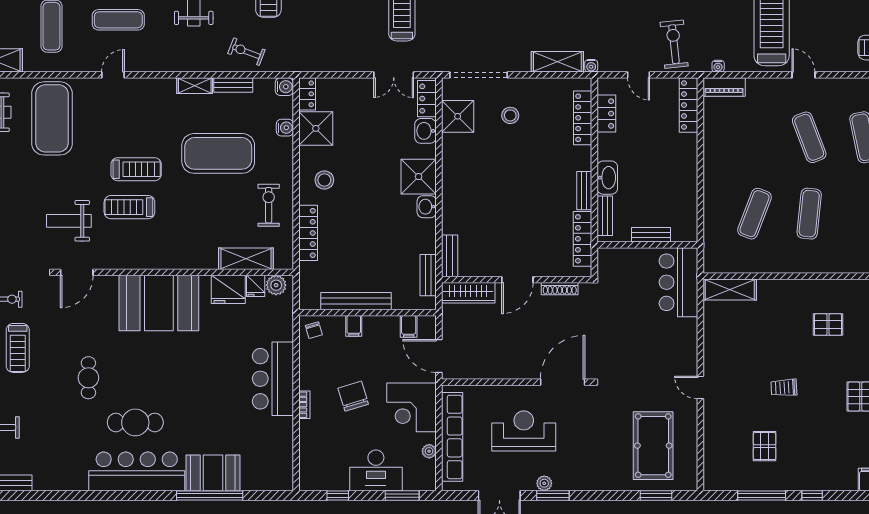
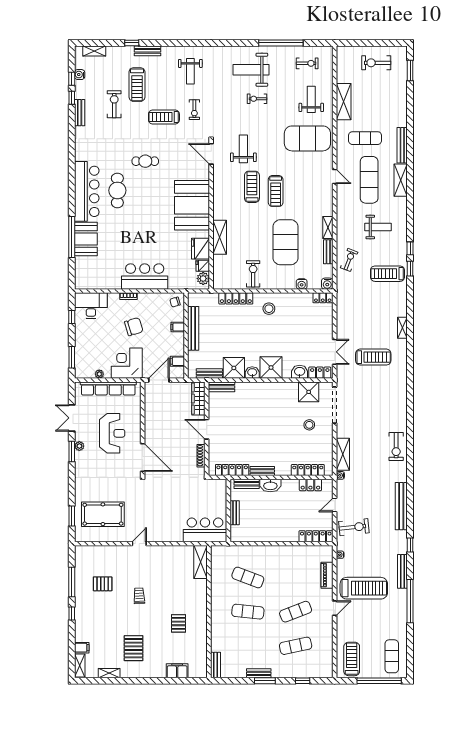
exercise mat: (118, 20) -> (369, 180), width x1.36, depth x1.45
double door: (394, 75) -> (335, 352), swing flipped
piano: (724, 87) -> (327, 575), moved
shower: (316, 128) -> (234, 368), moved
exercise bike: (269, 205) -> (253, 274), turned -90
shelving: (246, 259) -> (220, 237), moved
desk: (376, 470) -> (91, 306), moved, turned 90

